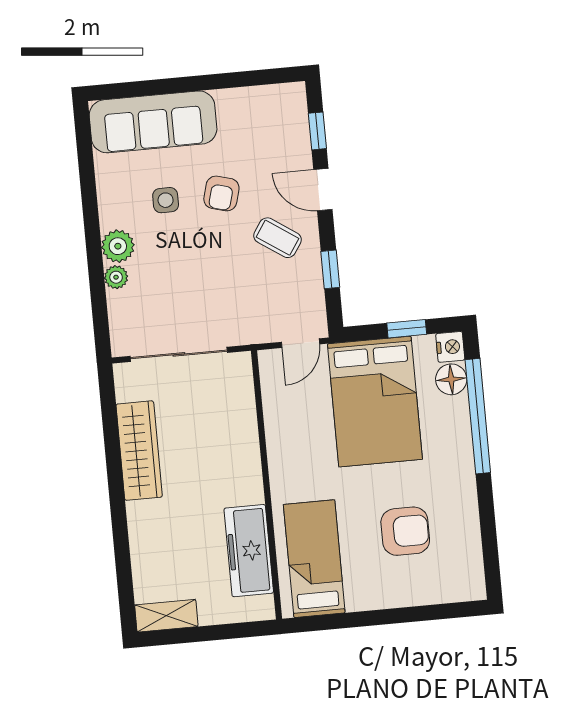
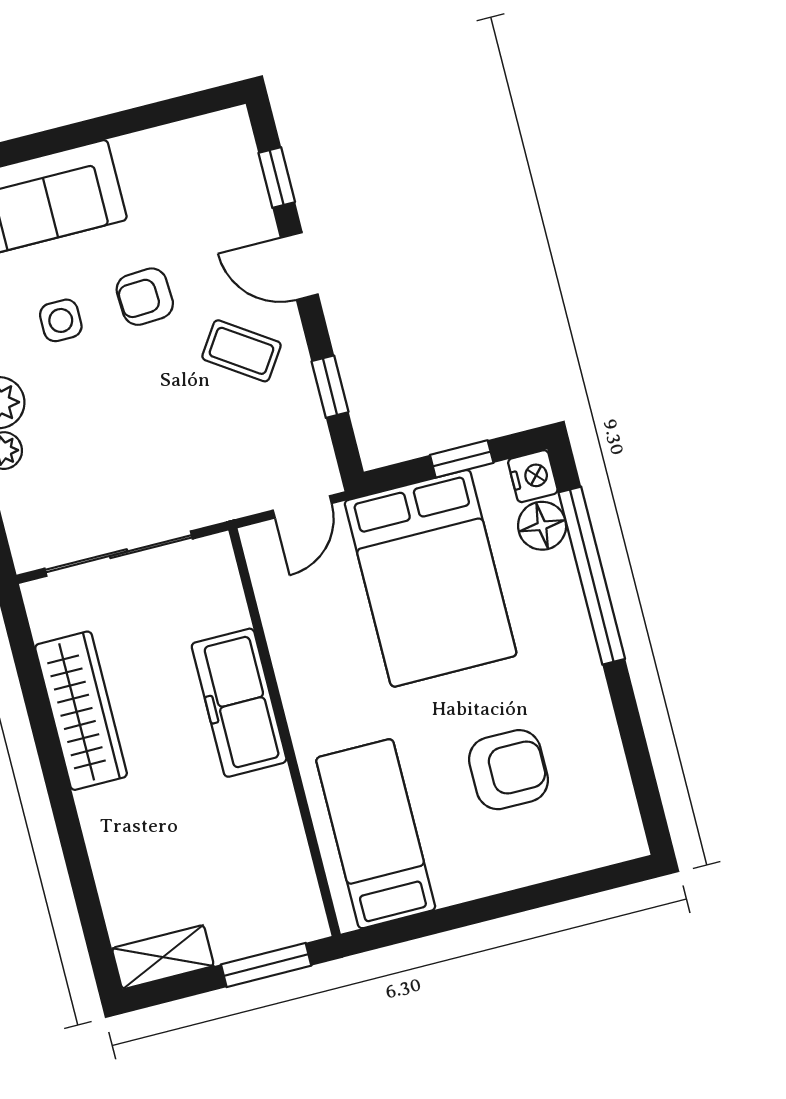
armchair: (221, 193) -> (145, 297), turned 72
freezer: (249, 551) -> (239, 703), moved
window: (231, 631) -> (266, 965), added

